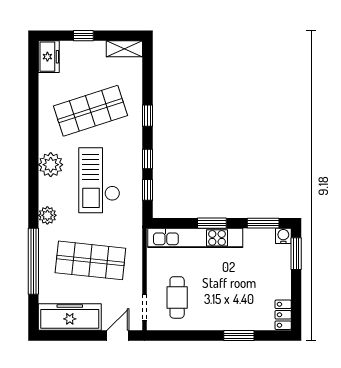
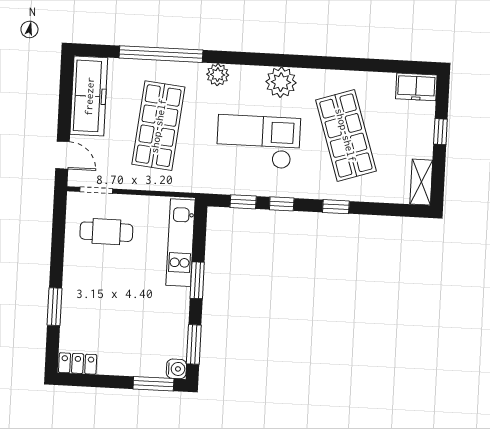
kitchen unit: (195, 238) -> (181, 243), width x0.73

